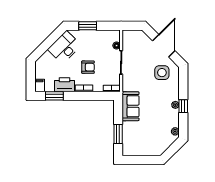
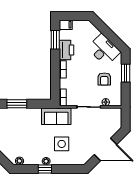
armchair: (88, 67) -> (104, 79), moved
side table: (162, 73) -> (62, 144), moved
sofa: (131, 106) -> (56, 116), moved

